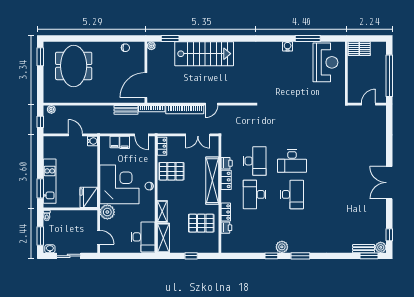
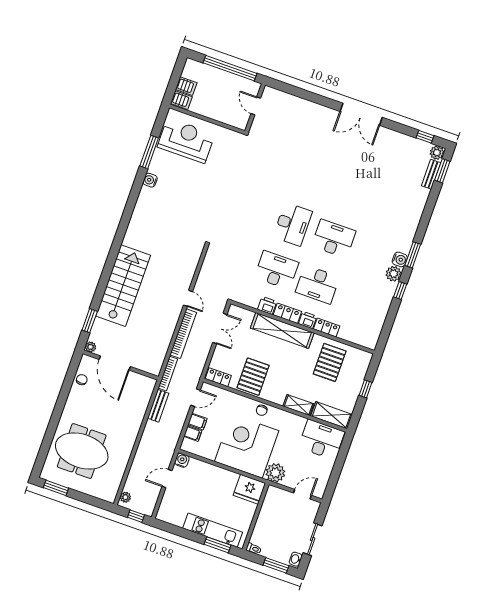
door: (146, 85) -> (115, 363), moved
printer: (226, 228) -> (308, 320), moved
water cooler: (294, 248) -> (400, 259), added

